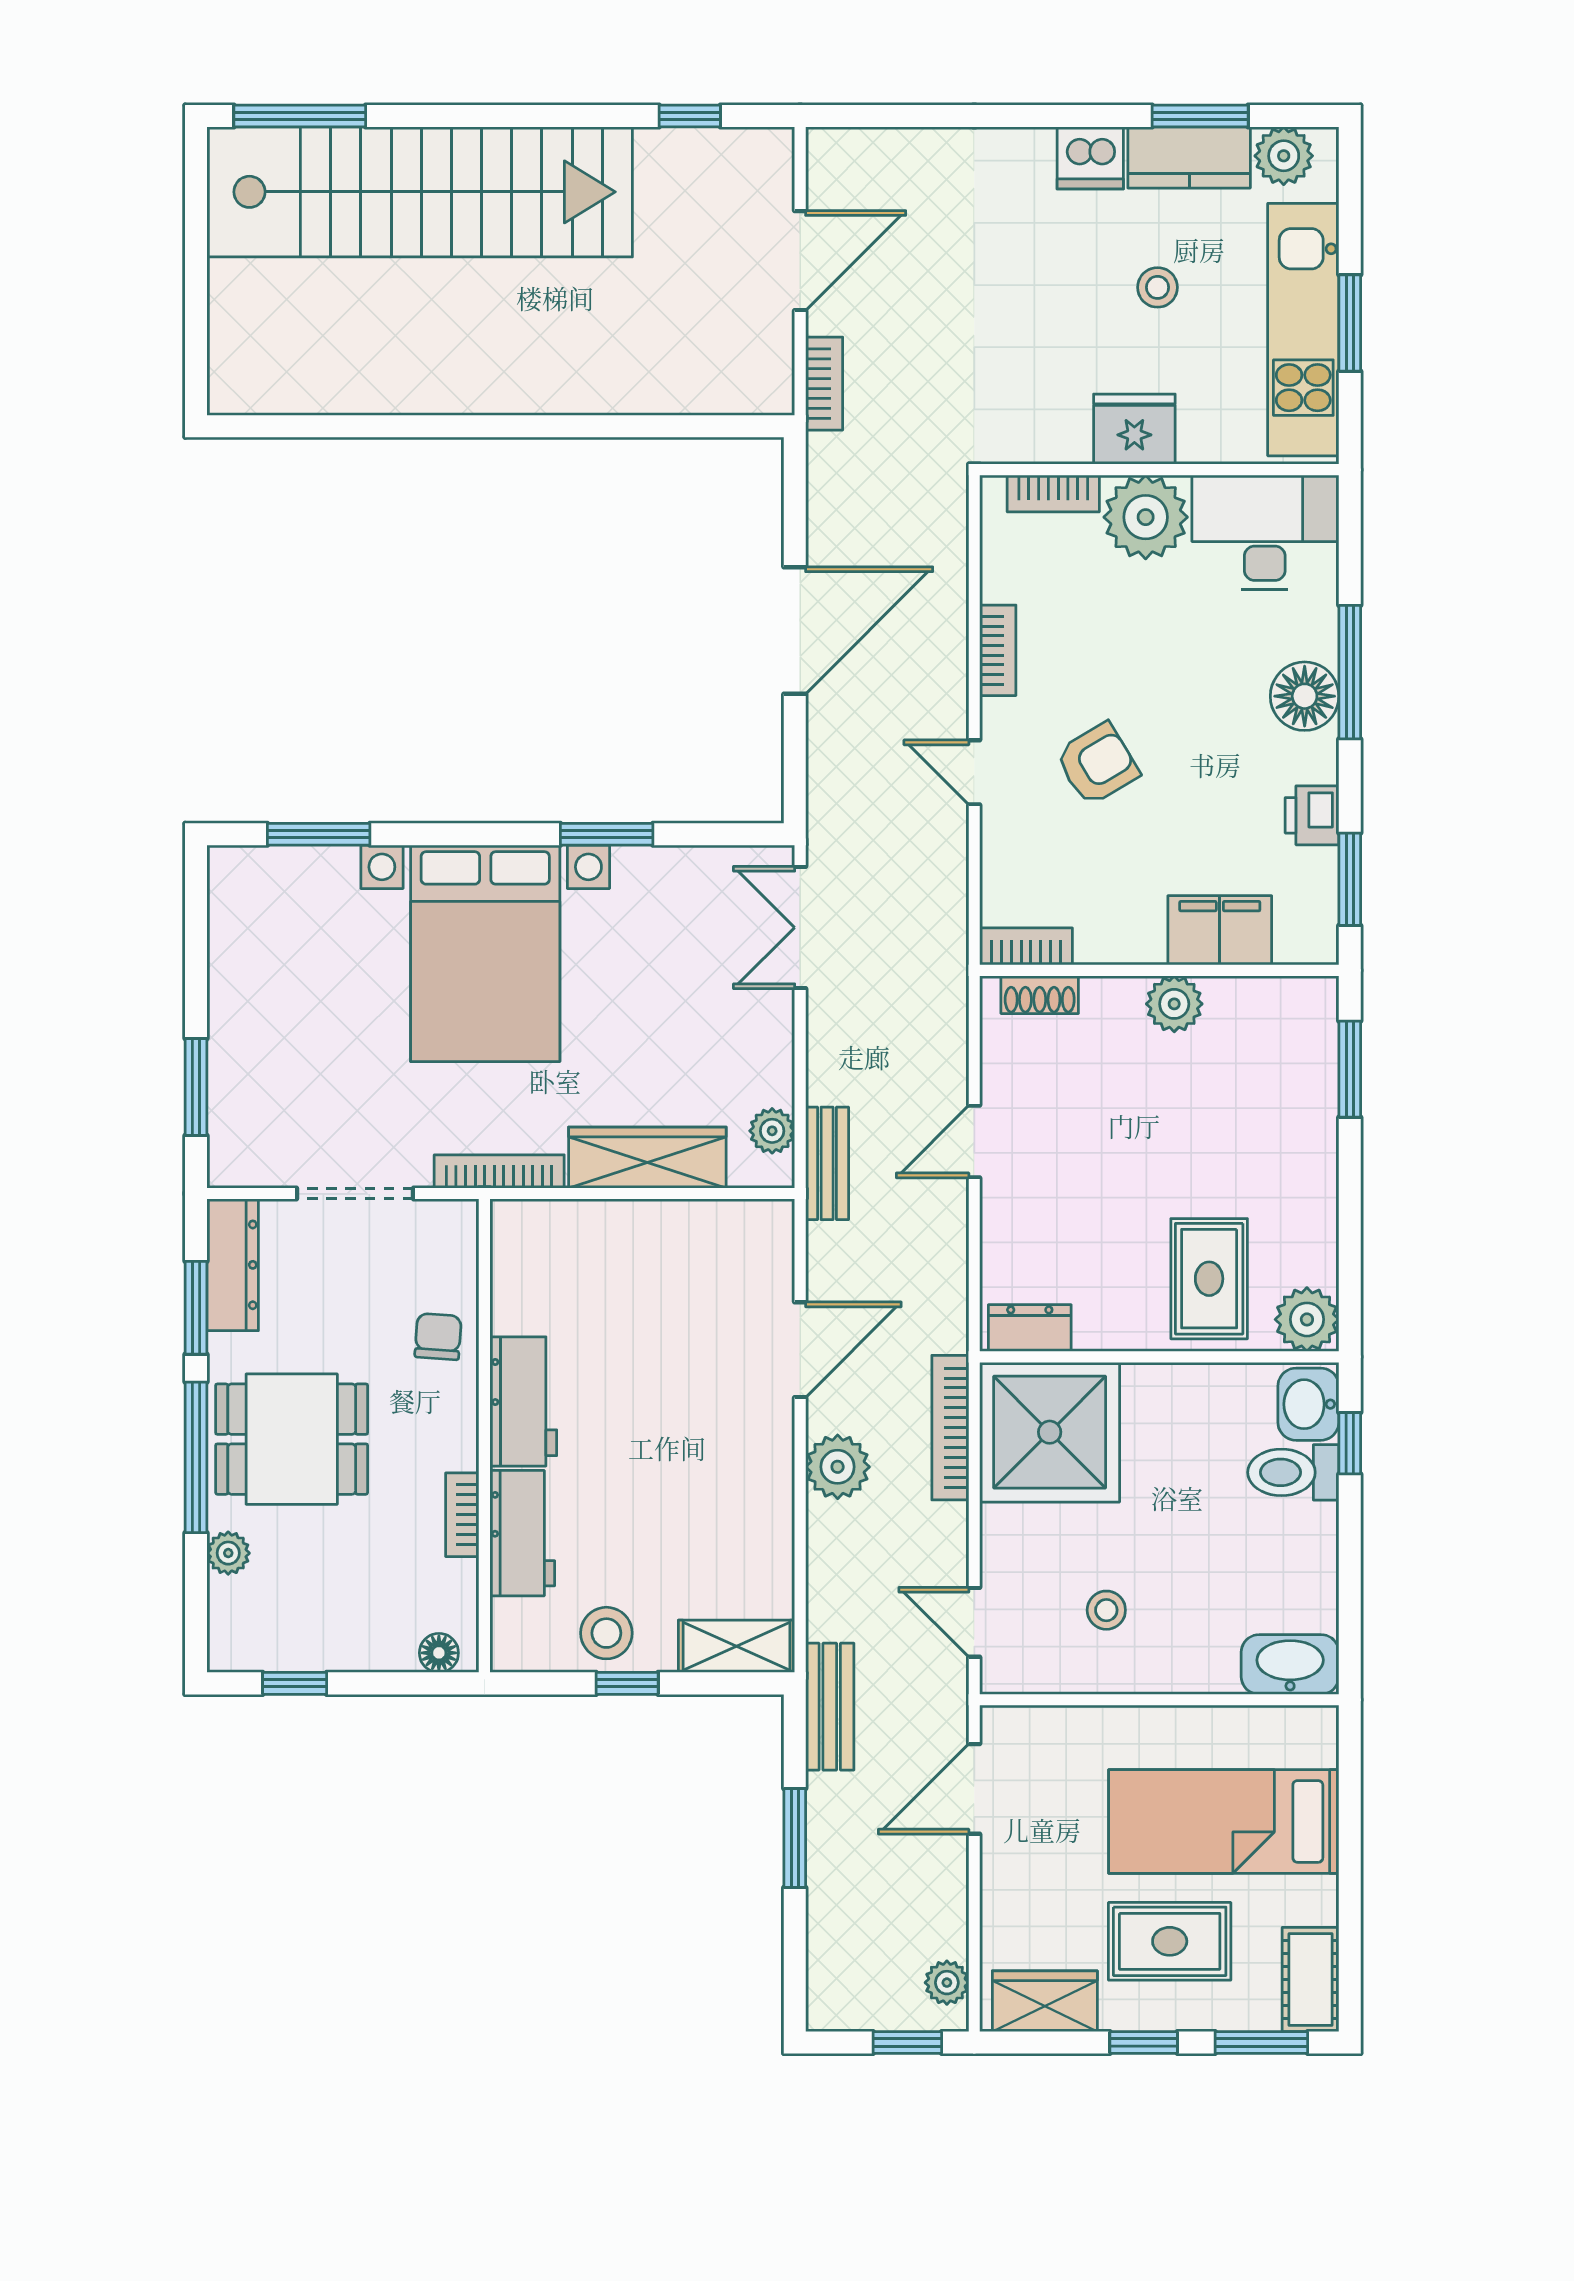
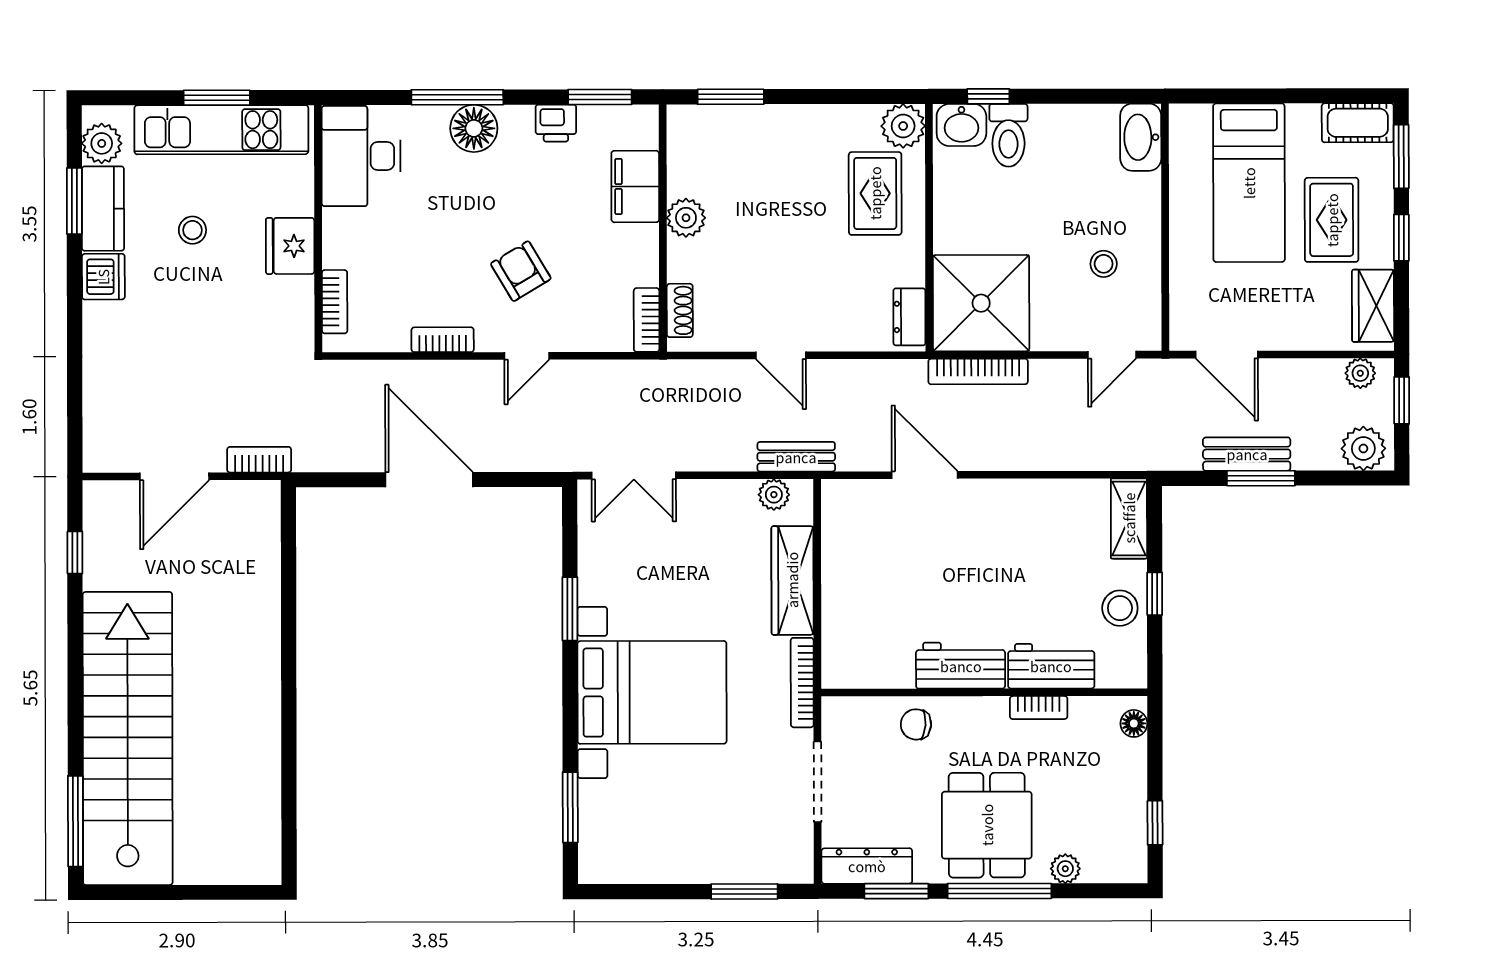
door: (800, 261) -> (174, 476), swing flipped
plant: (1146, 517) -> (351, 238), removed
rug: (1209, 1279) -> (875, 193), turned 90
plant: (838, 1467) -> (1363, 448), moved
bench: (830, 1707) -> (1247, 454), moved

